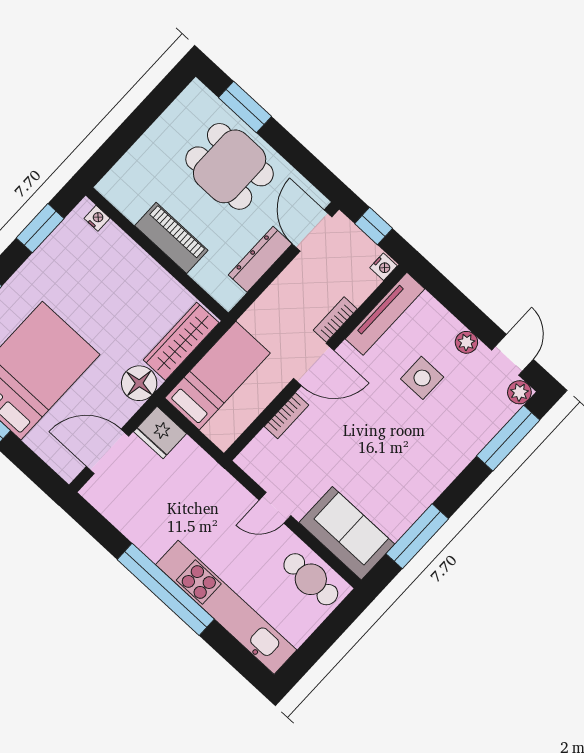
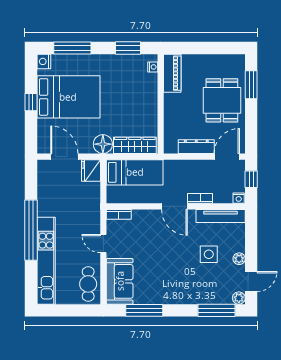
piano: (171, 238) -> (172, 73), moved
bookcase: (286, 416) -> (119, 214), moved

